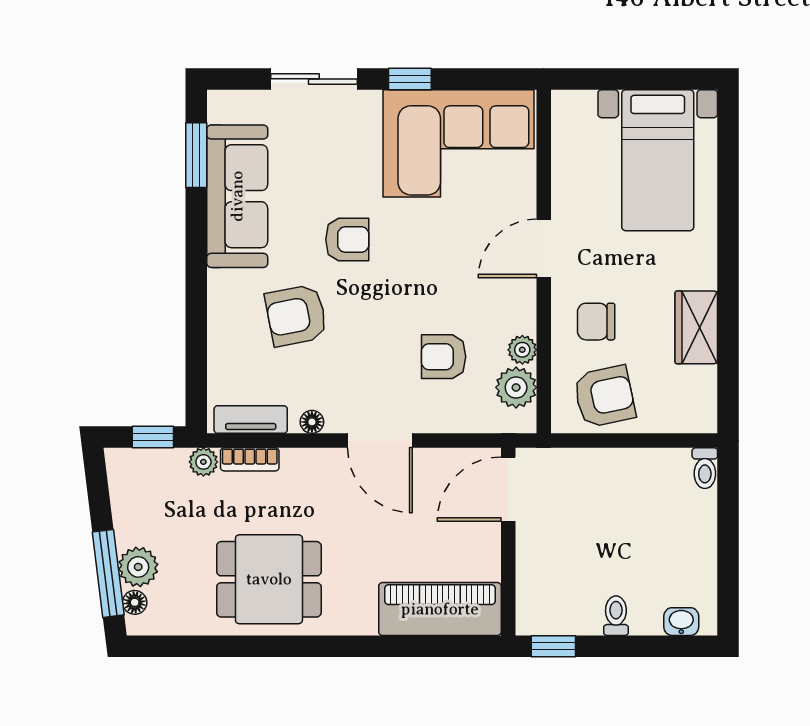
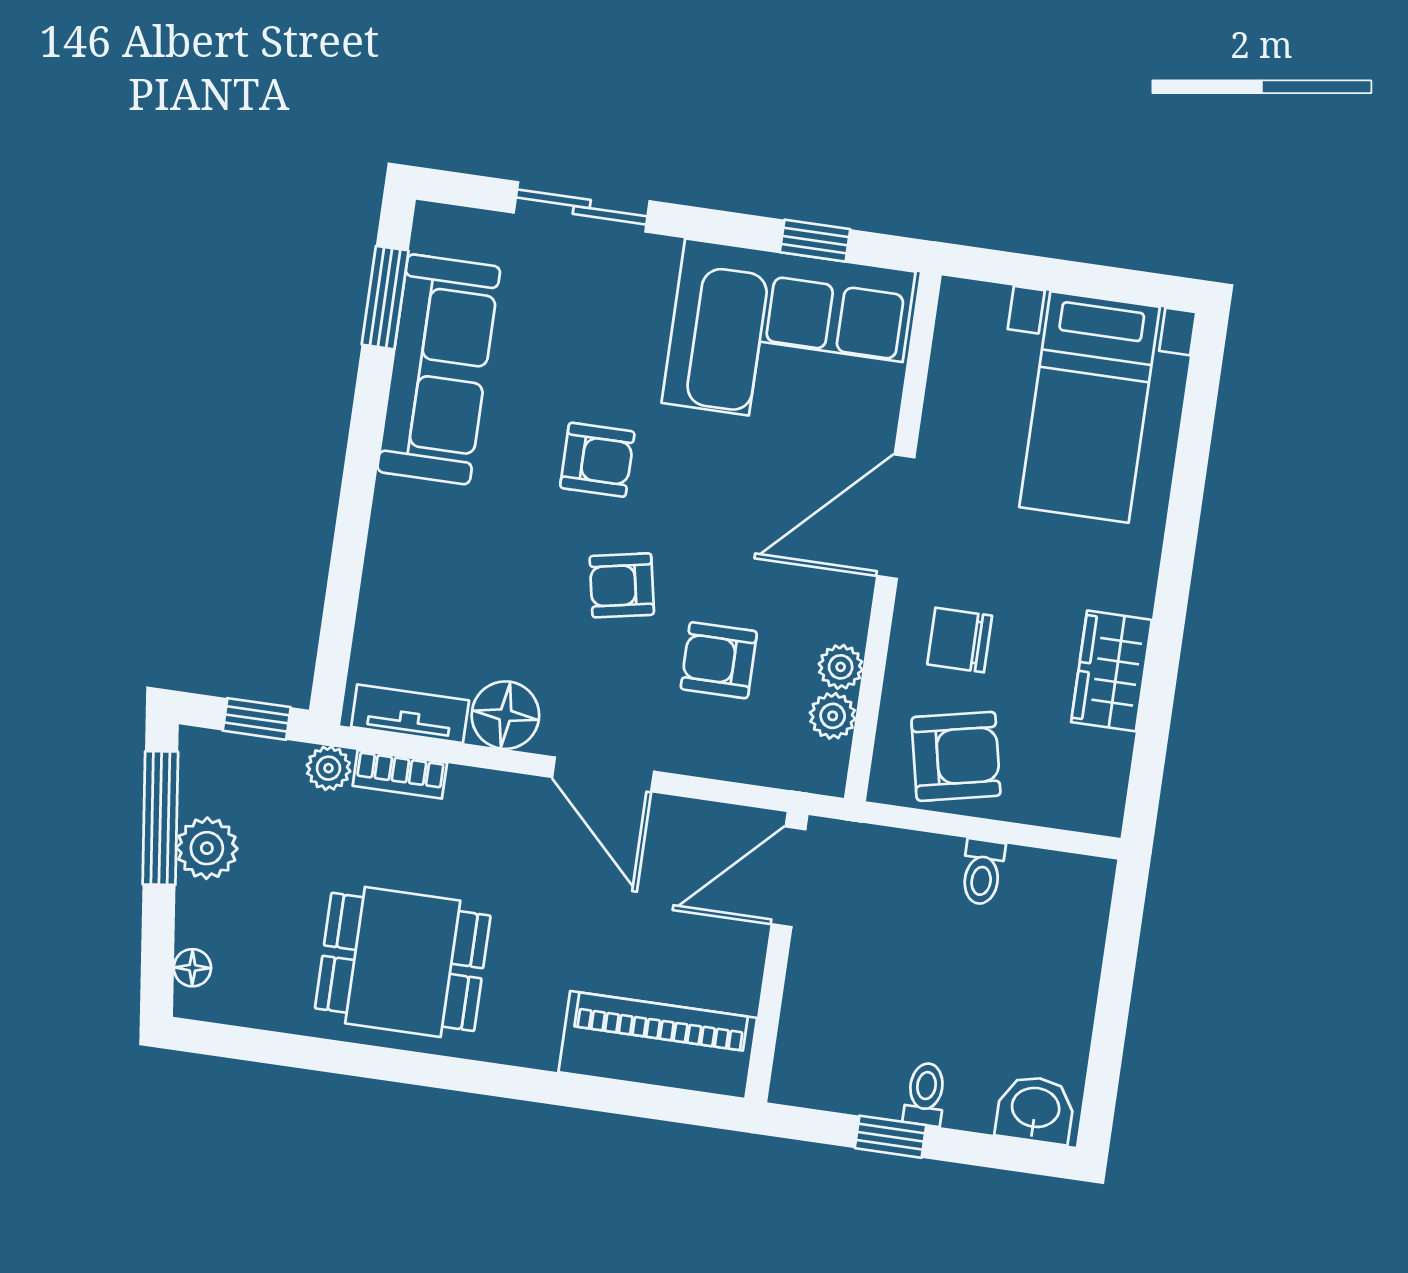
window: (410, 79) -> (815, 241), moved
door: (544, 248) -> (896, 517), width x1.36
armchair: (296, 315) -> (622, 585), moved, width x0.72, depth x0.72
plant: (516, 387) -> (833, 716), width x0.73, depth x0.73
floor lamp: (312, 422) -> (505, 715), width x1.89, depth x1.89
toilet: (705, 468) -> (982, 872), moved
plant: (138, 567) -> (207, 848), moved
window: (108, 573) -> (160, 818), moved
washbasin: (681, 622) -> (1035, 1109), width x1.38, depth x1.45
window: (553, 646) -> (891, 1137), moved

